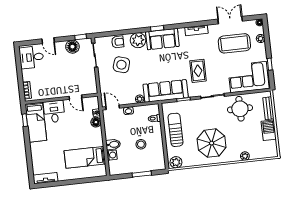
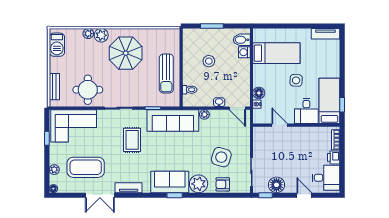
double door: (230, 20) -> (100, 195), moved
printer: (27, 75) -> (334, 157), added
barbecue: (269, 130) -> (57, 45), moved
side table: (66, 136) -> (296, 80), added
bidet: (113, 144) -> (242, 40), moved
plant: (176, 162) -> (101, 35), moved

